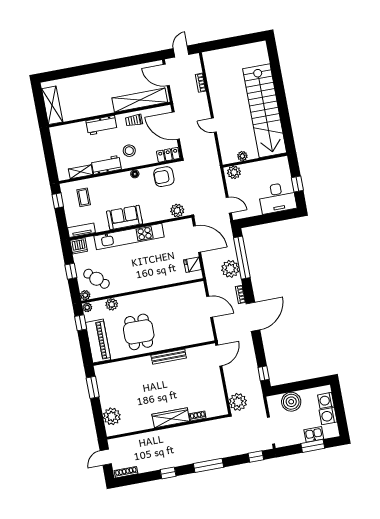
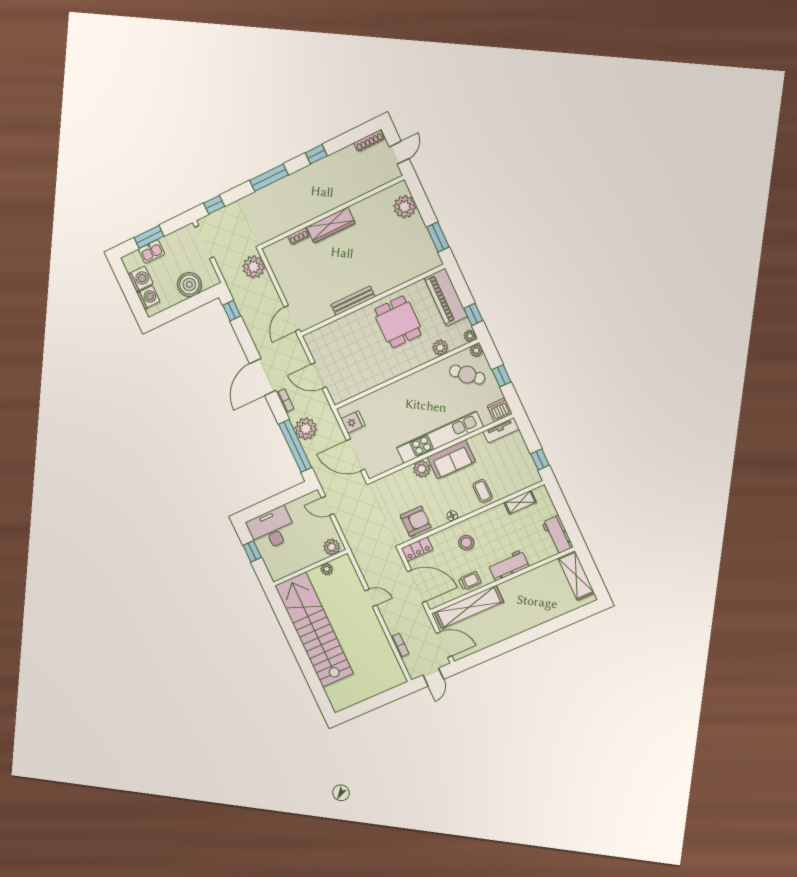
workbench: (106, 165) -> (558, 535), moved, turned 90
coffee table: (84, 197) -> (483, 491), moved
plant: (177, 210) -> (422, 469), moved

